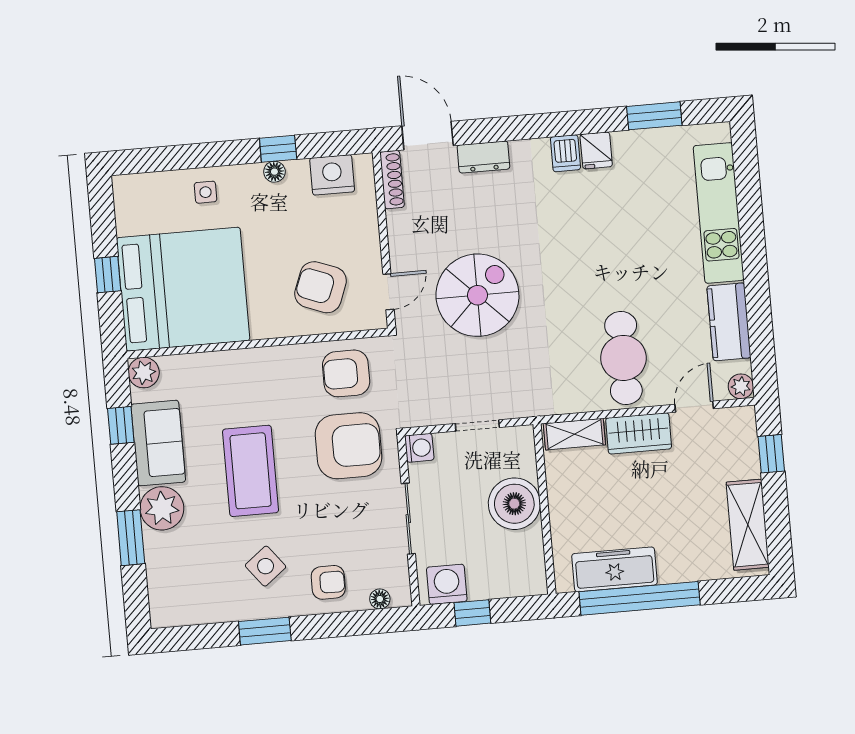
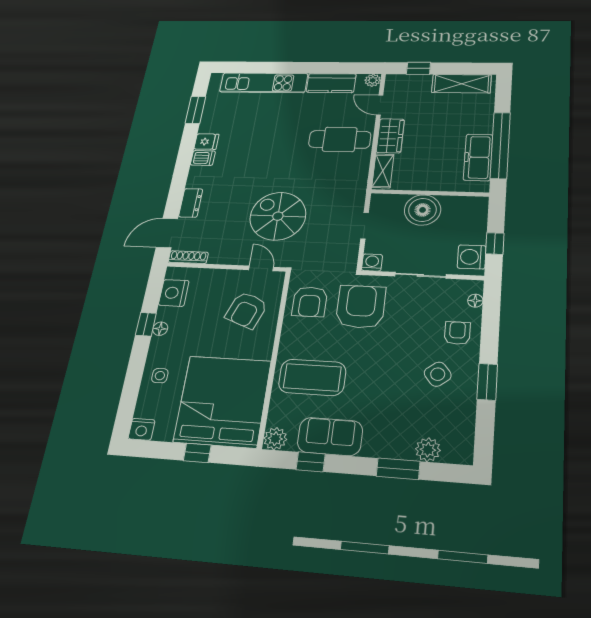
nightstand: (127, 190) -> (142, 429), added
coffee table: (251, 471) -> (312, 377), moved
plant: (162, 508) -> (428, 450), moved, width x0.73, depth x0.73

